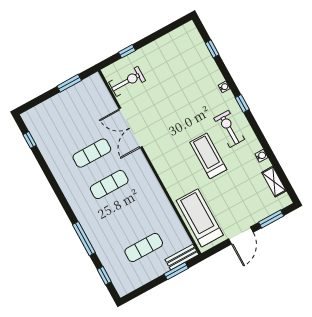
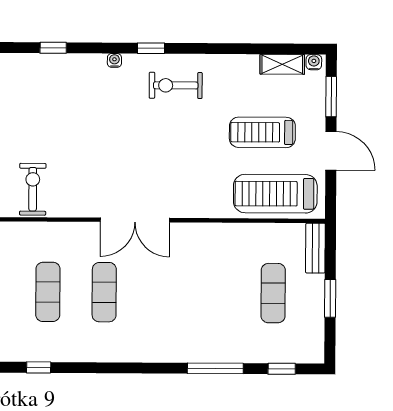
double door: (131, 128) -> (135, 220), moved
treadmill: (208, 156) -> (262, 132), moved
water cooler: (261, 156) -> (314, 62), moved
exercise mat: (109, 185) -> (48, 292), moved
window: (176, 271) -> (330, 298), moved

